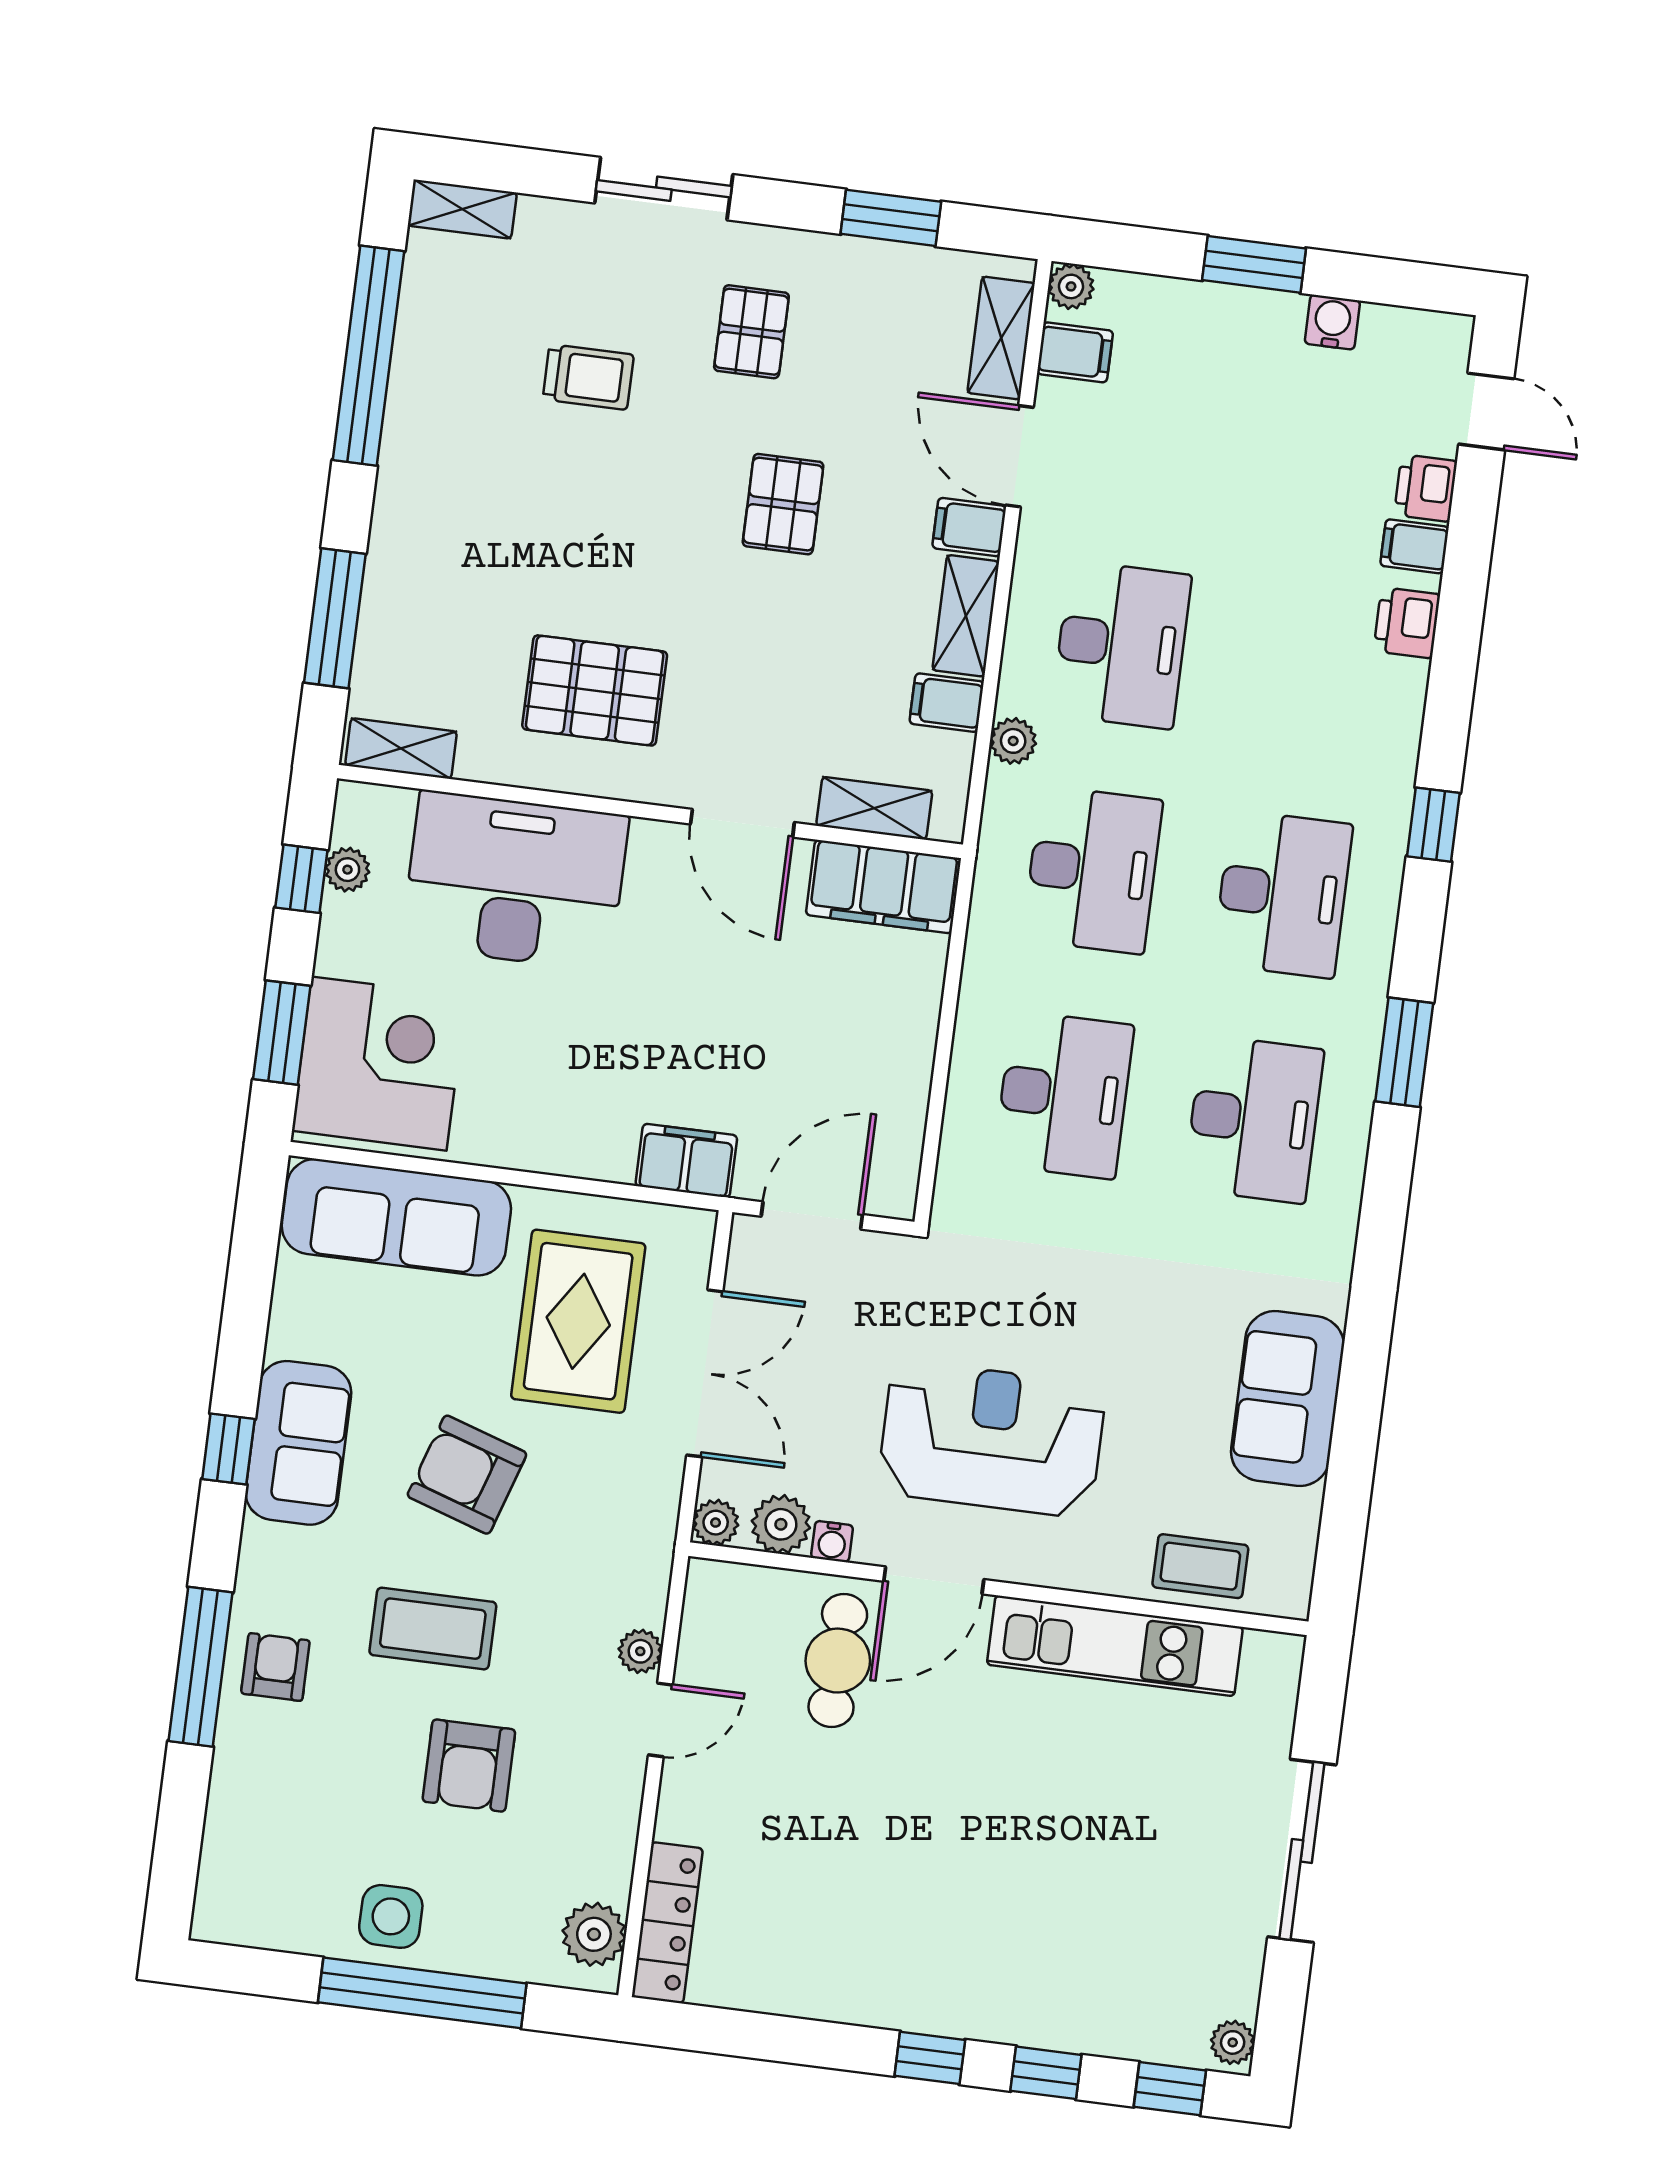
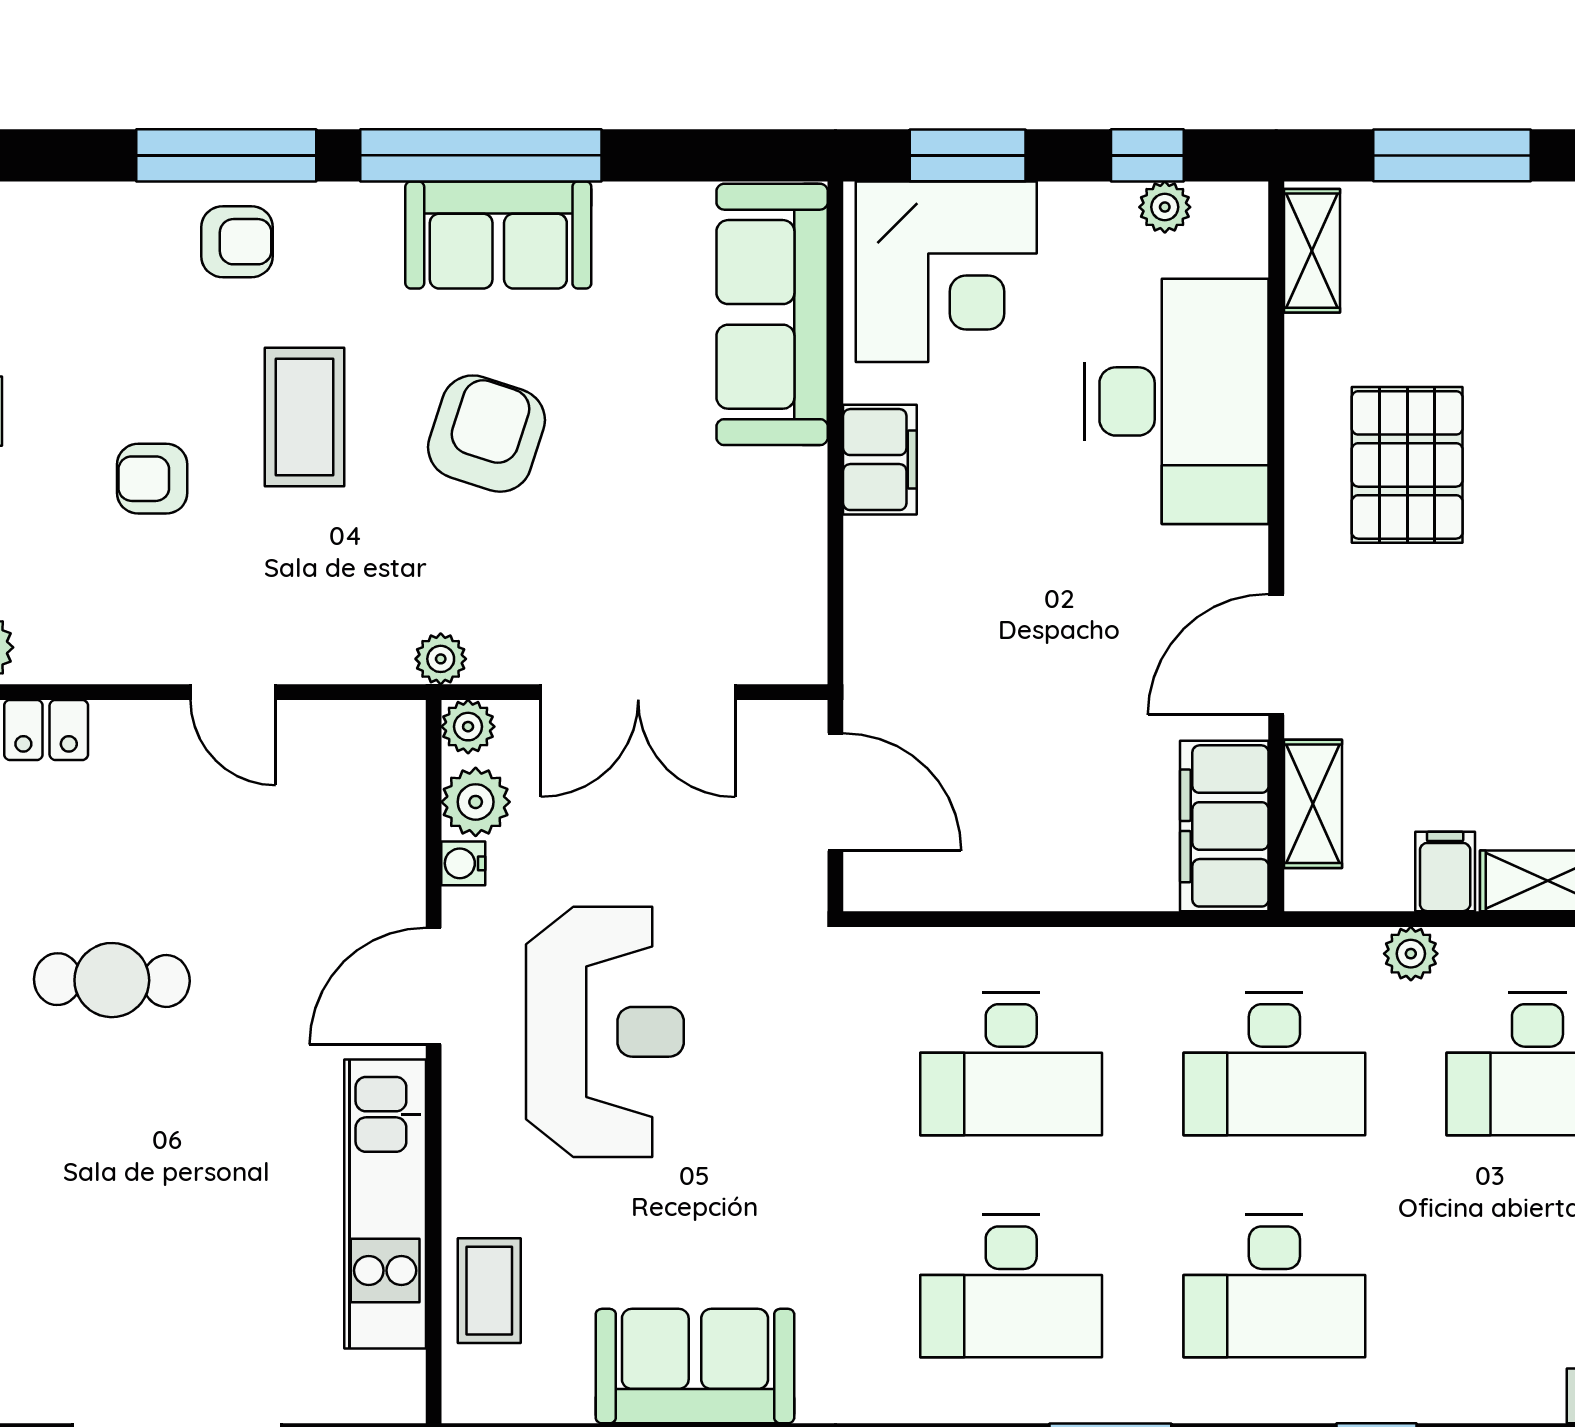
filing cabinet: (686, 1161) -> (880, 460), moved
rug: (578, 1321) -> (679, 539), removed
window: (228, 1449) -> (481, 155), width x3.17
door: (934, 1580) -> (434, 986), hinge flipped
plant: (640, 1651) -> (441, 659), moved
cafe table: (838, 1661) -> (112, 980), moved
armchair: (469, 1766) -> (152, 479), width x0.72, depth x0.72

